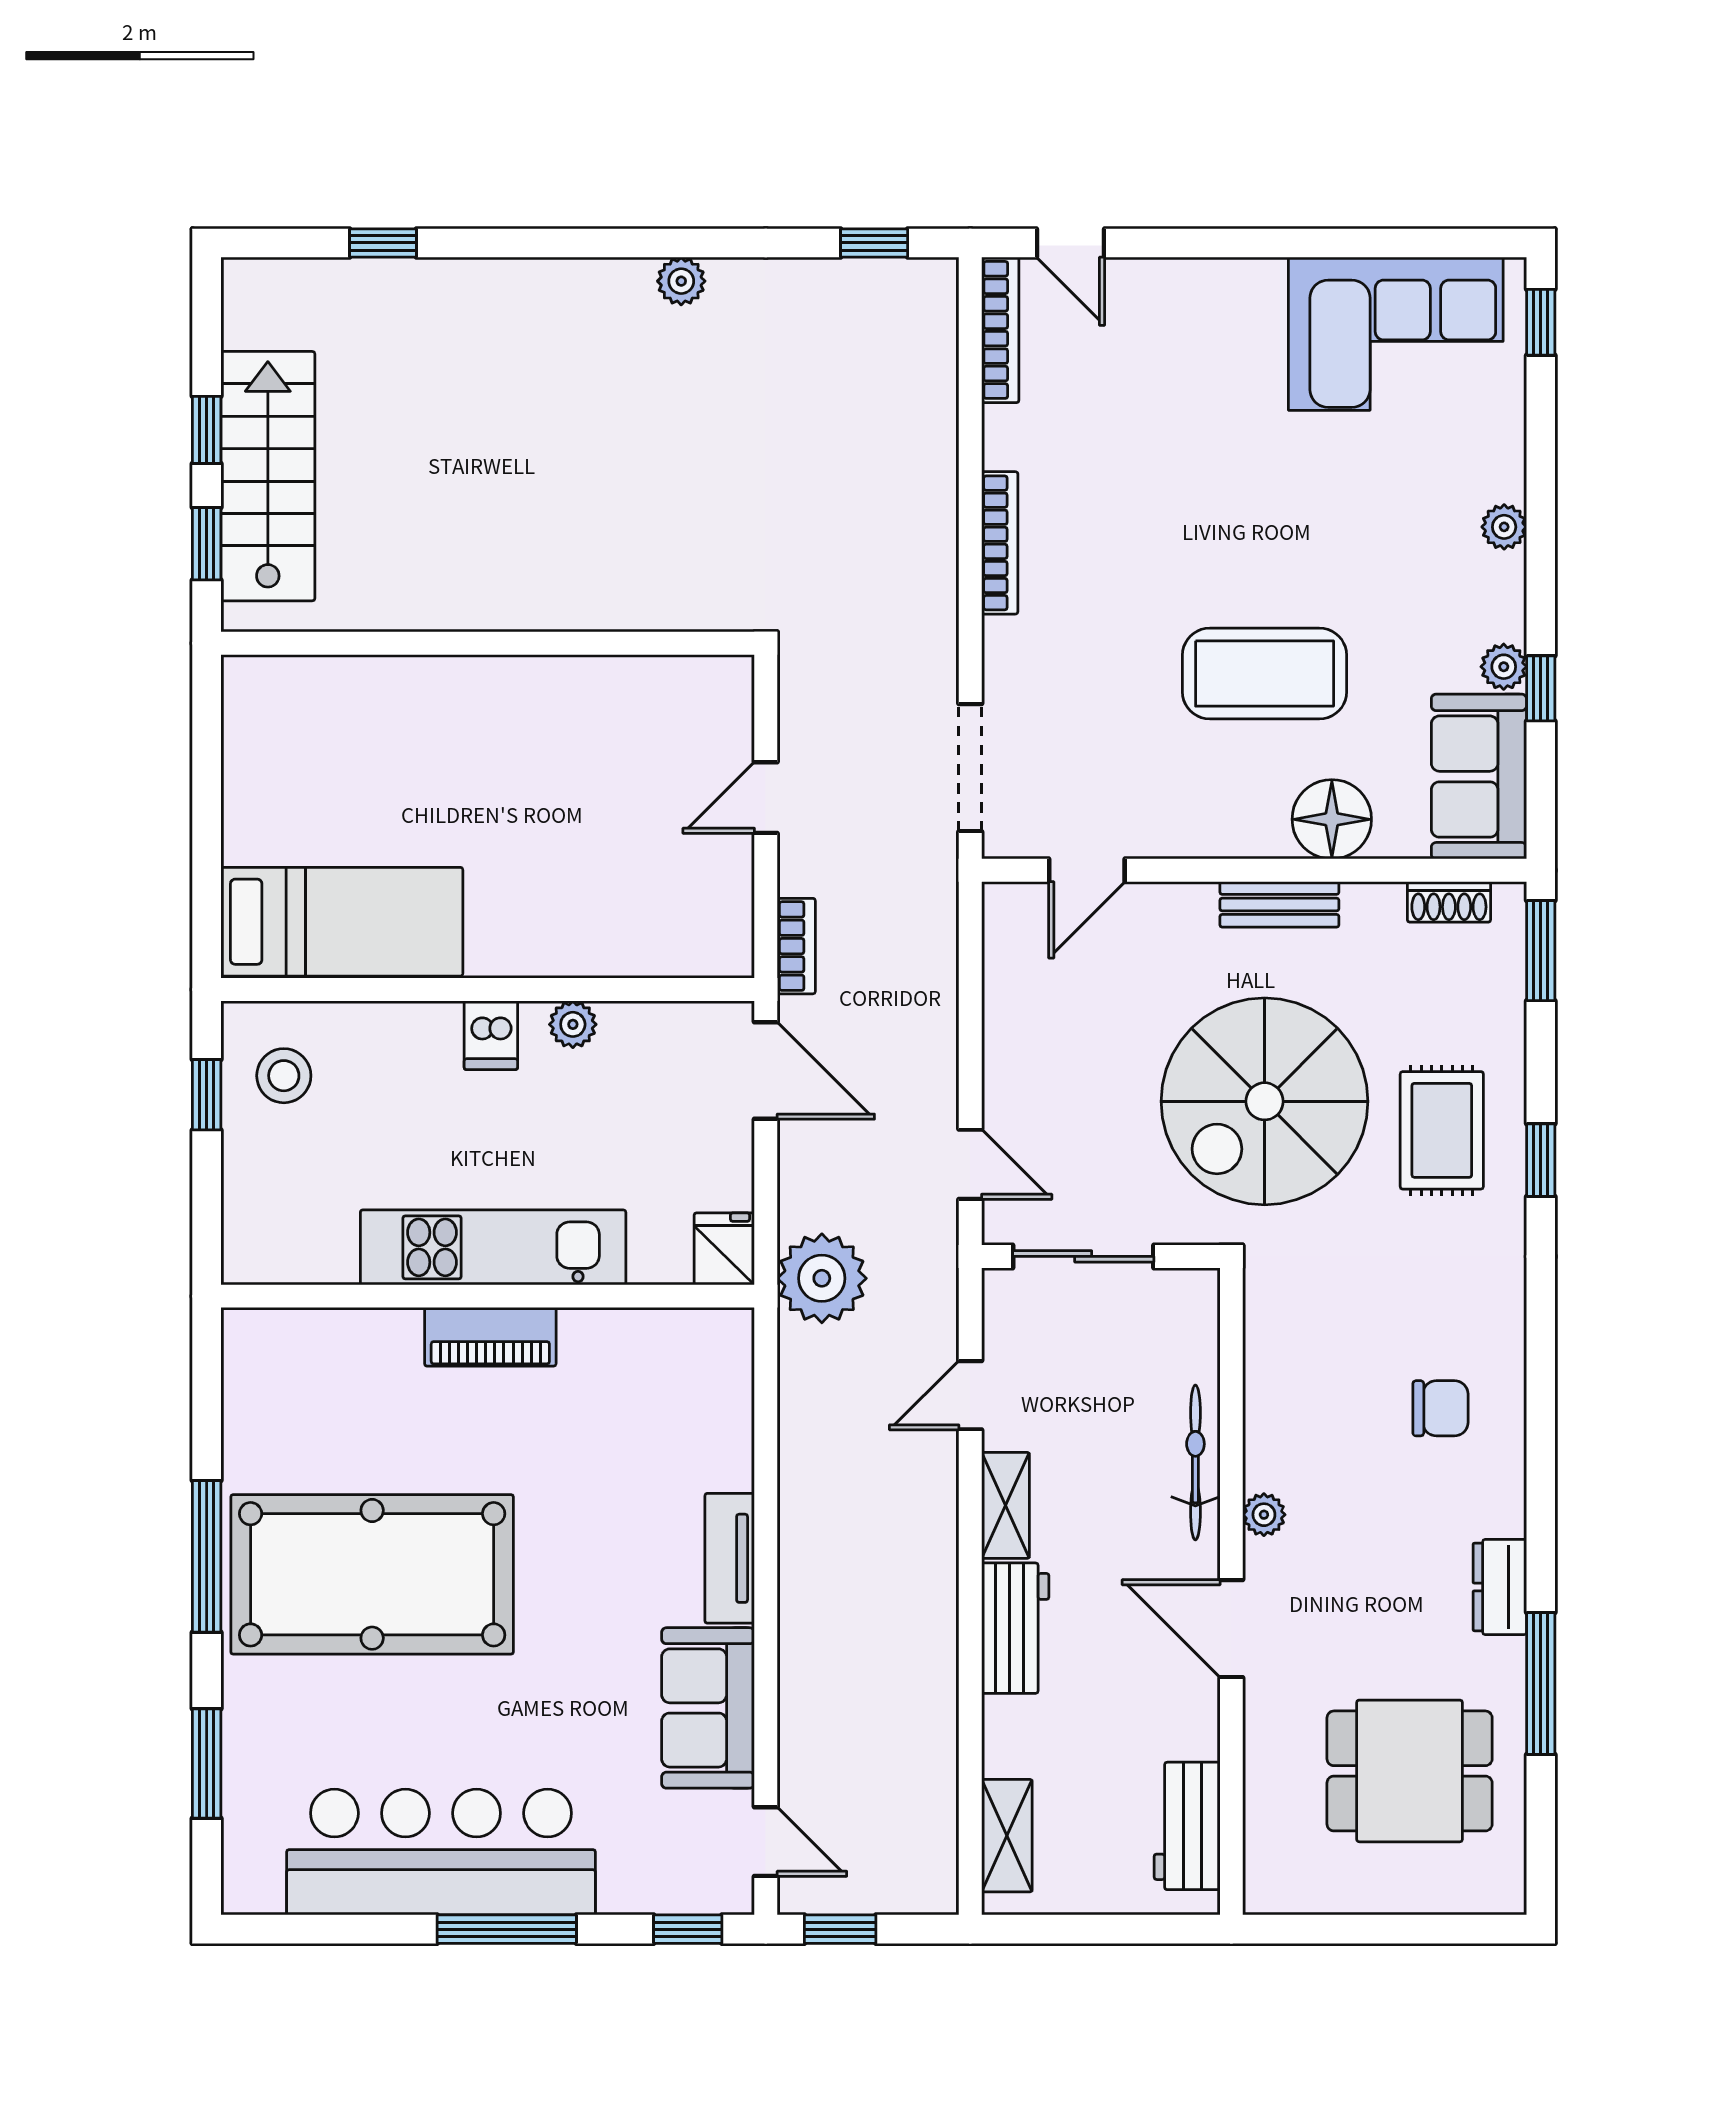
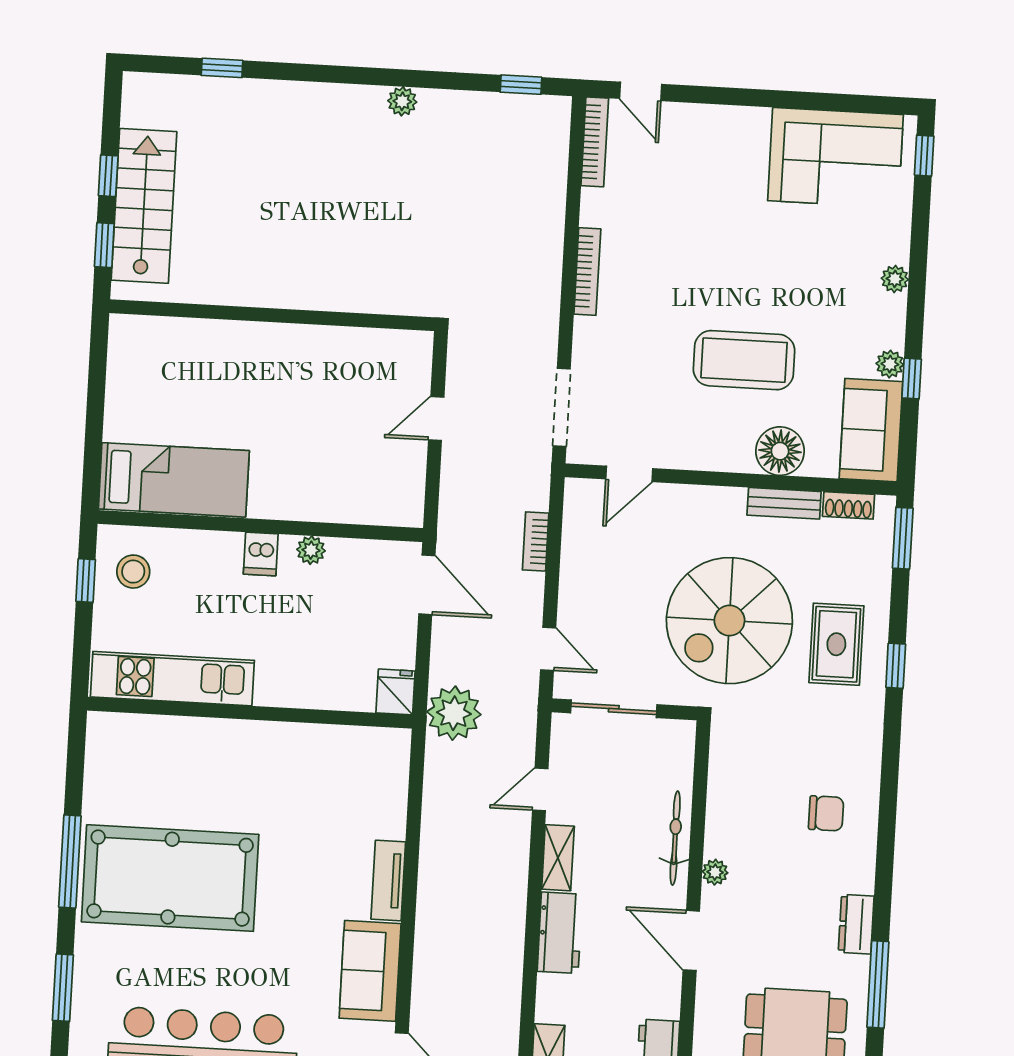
bench: (1279, 904) -> (784, 503), moved
bookcase: (796, 946) -> (536, 541), moved, turned 180
kitchen unit: (493, 1247) -> (172, 679), moved
piano: (490, 1337) -> (250, 738), removed

